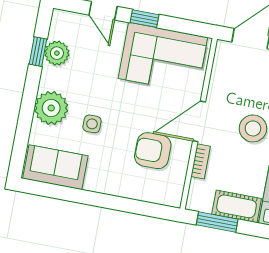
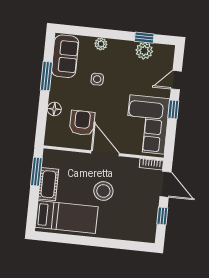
plant: (51, 108) -> (101, 44), width x0.53, depth x0.53
bookcase: (201, 161) -> (151, 164), moved
floor lamp: (130, 189) -> (54, 109), added
window: (81, 196) -> (46, 76), added

